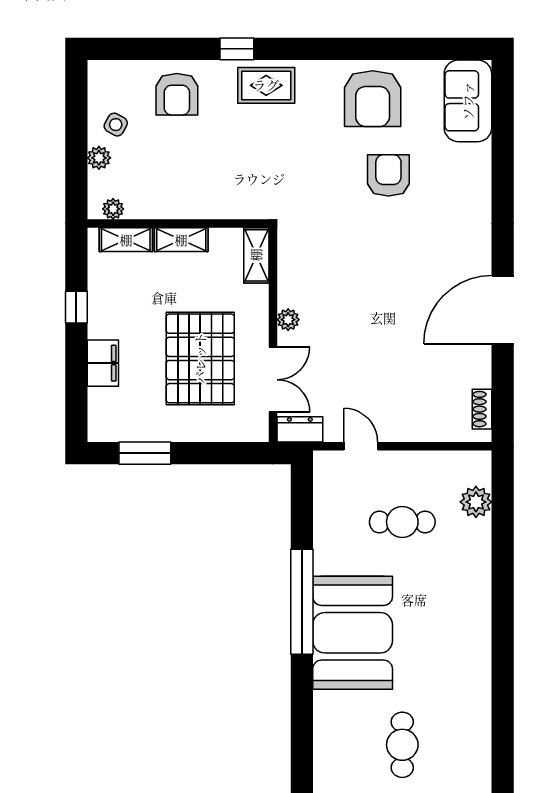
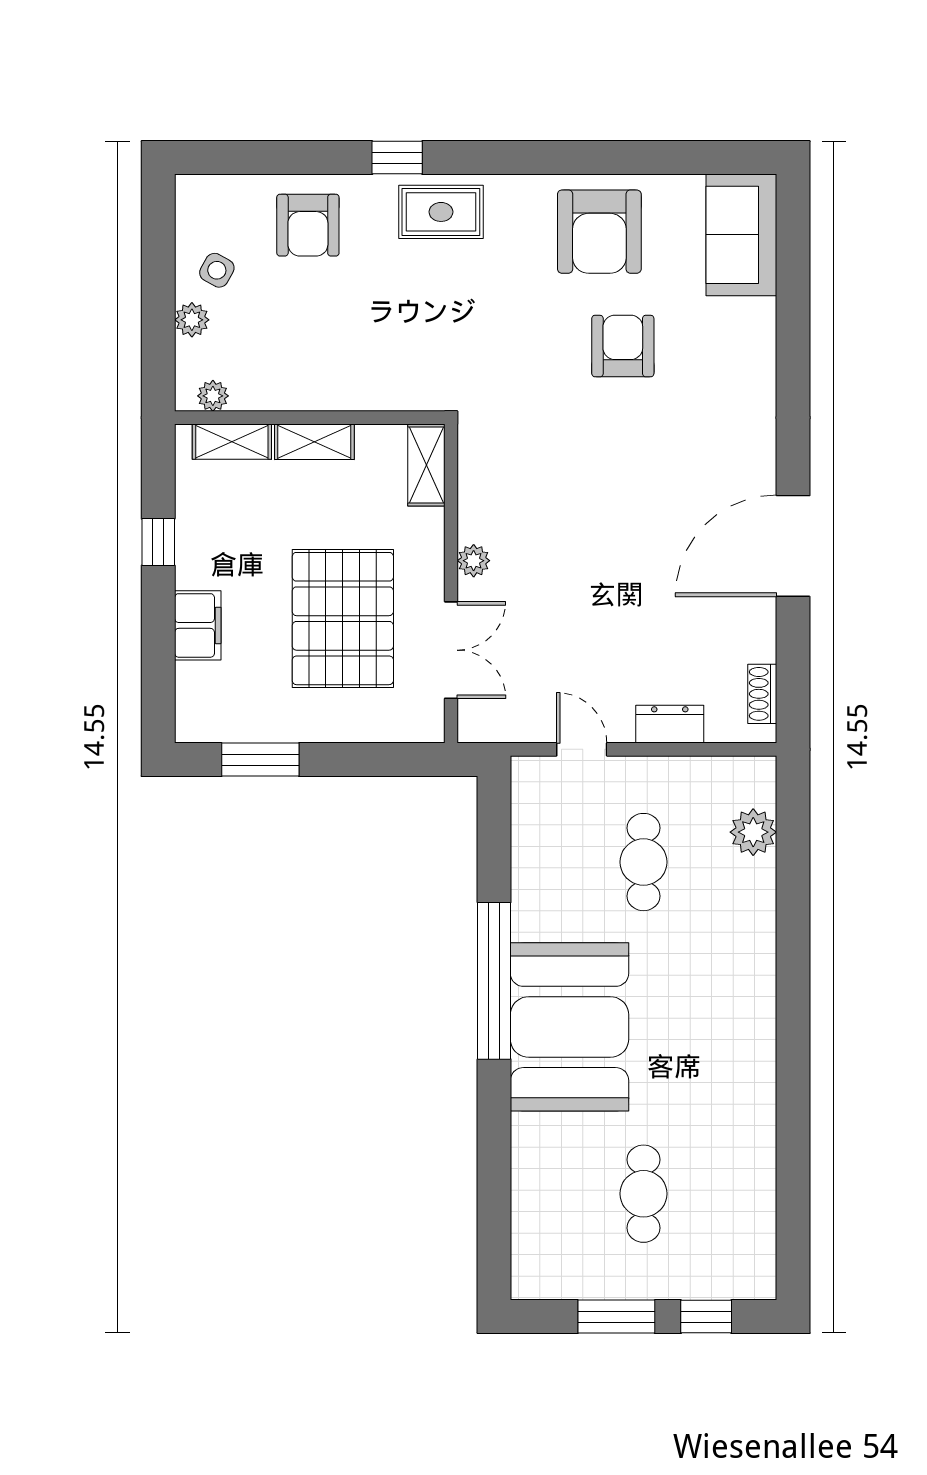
dresser: (300, 429) -> (670, 724), moved
cafe table: (402, 522) -> (644, 862), turned 90

